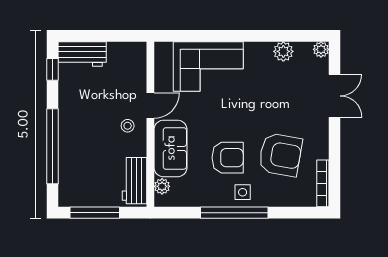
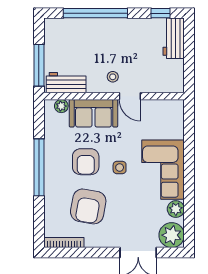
plant: (321, 49) -> (172, 235), width x1.88, depth x1.88
corner sofa: (208, 66) -> (163, 170), moved
side table: (243, 192) -> (120, 167), moved
window: (95, 213) -> (39, 65), moved

